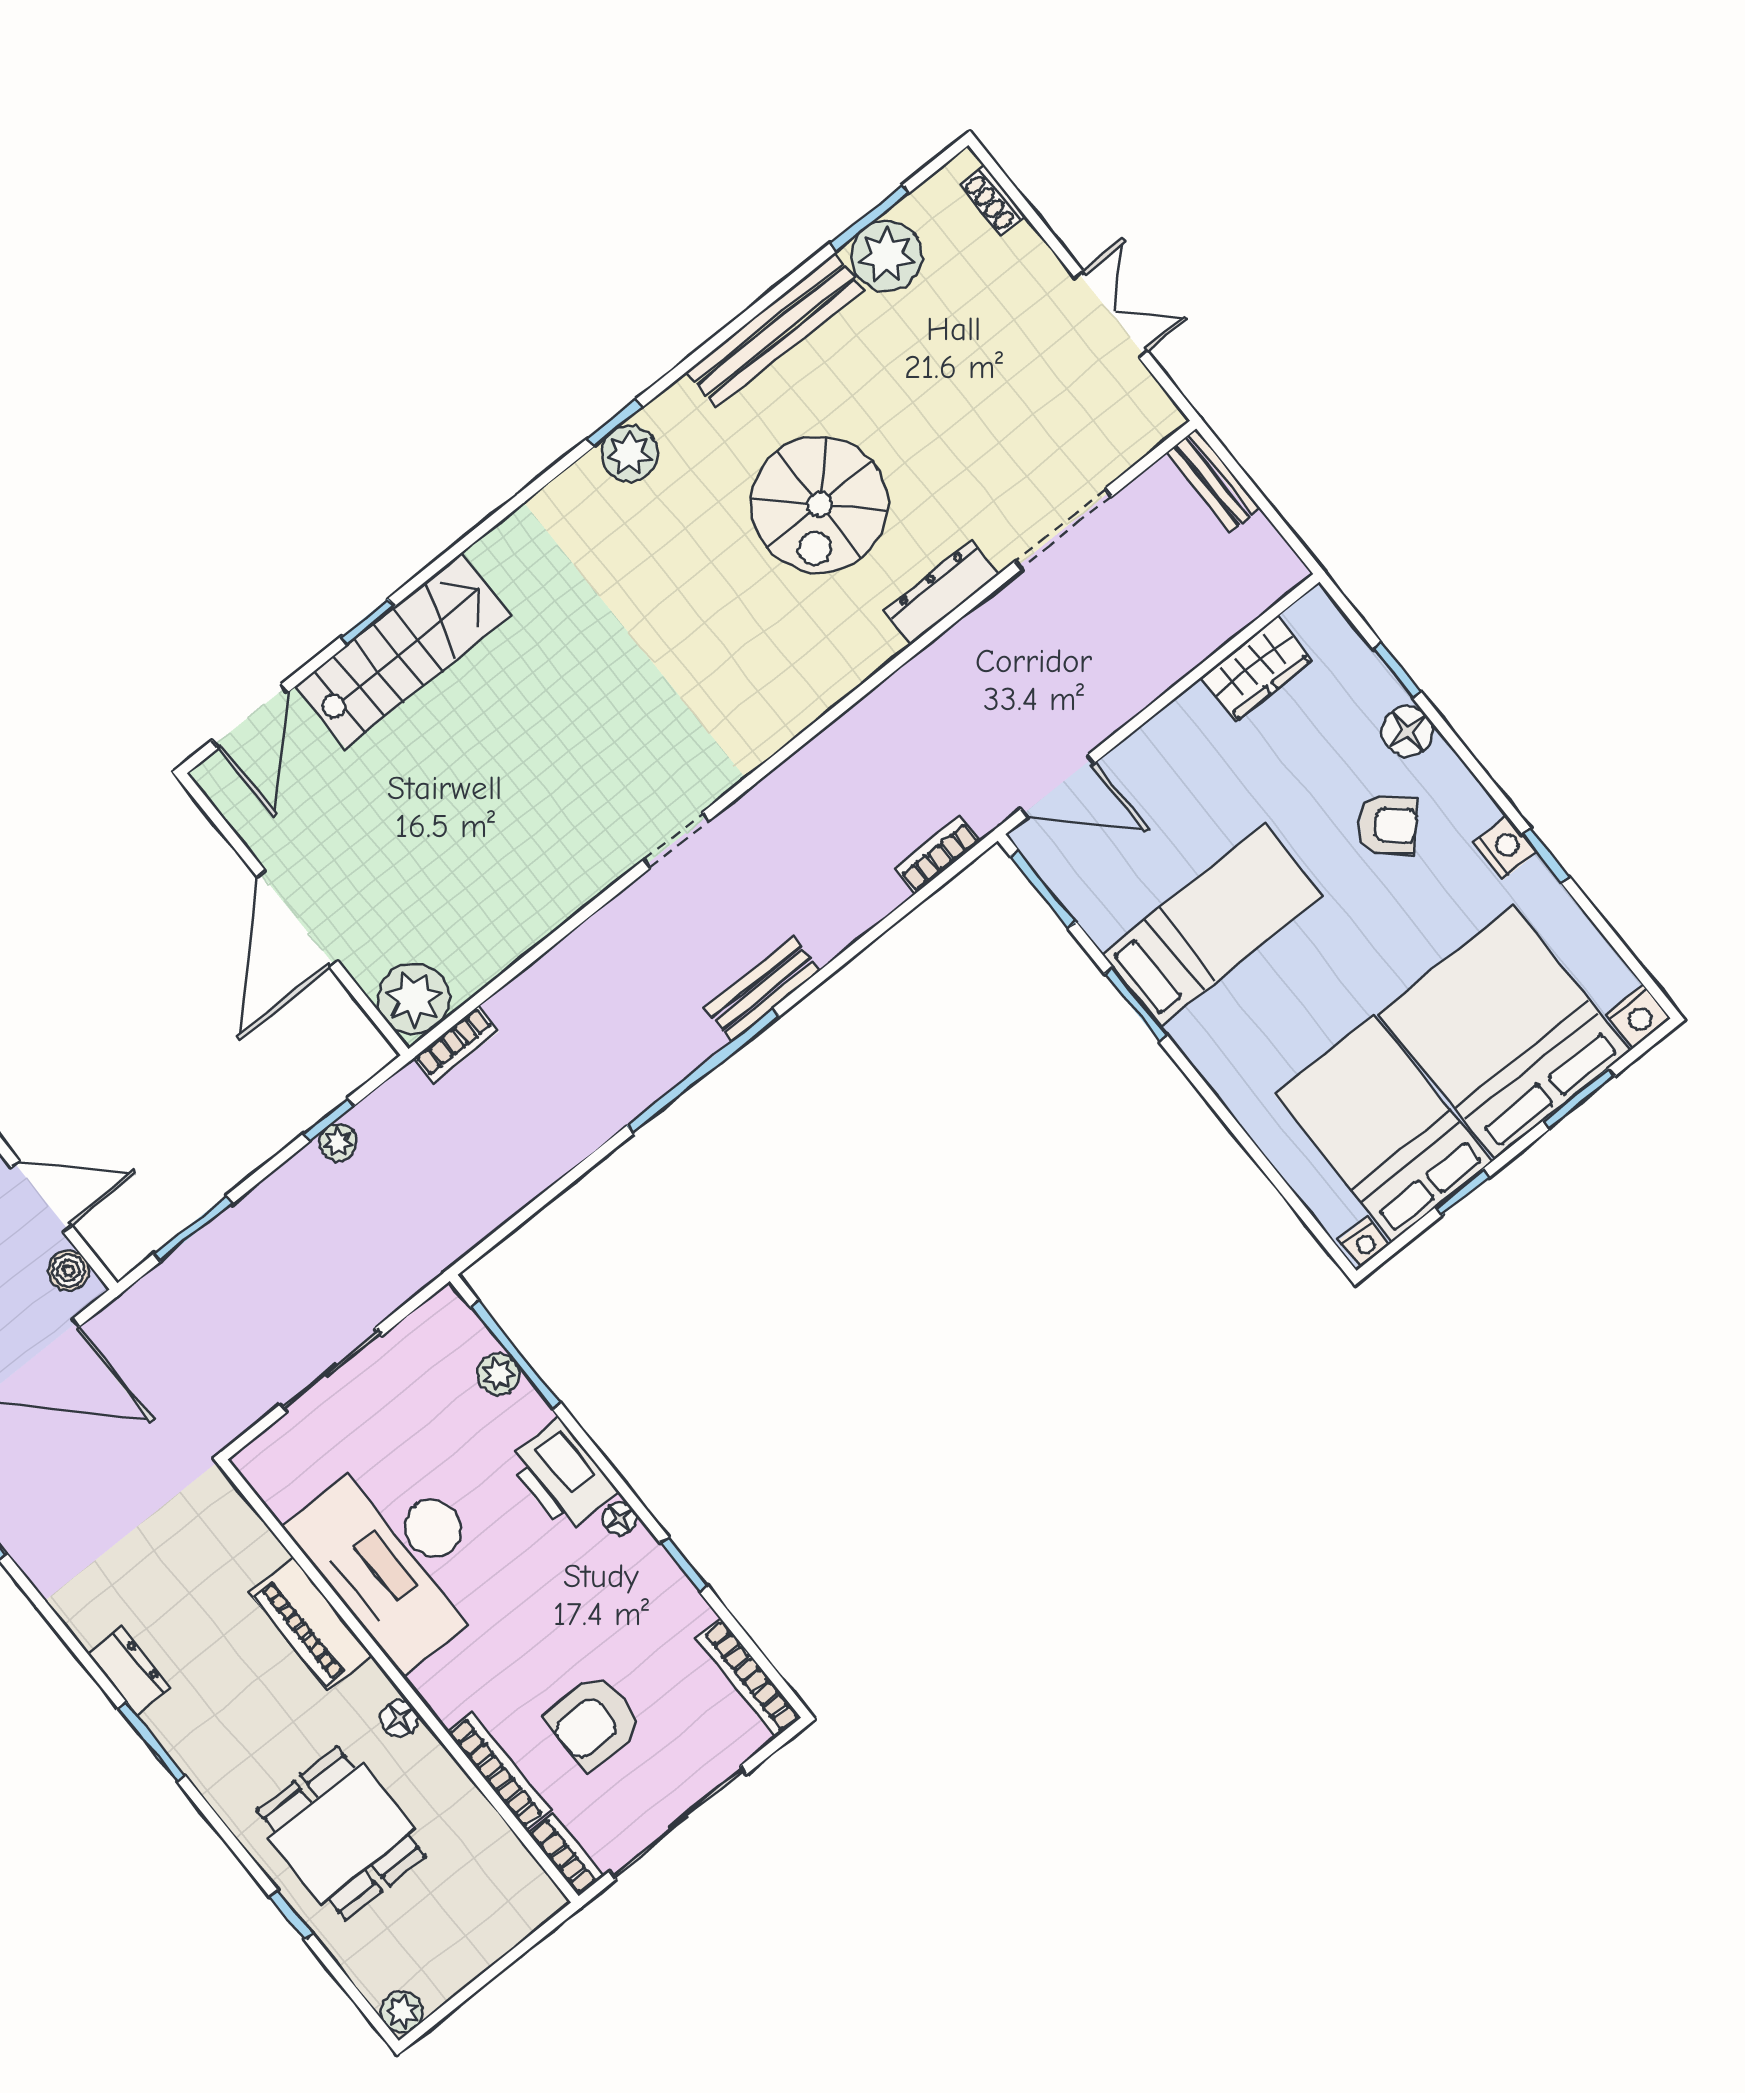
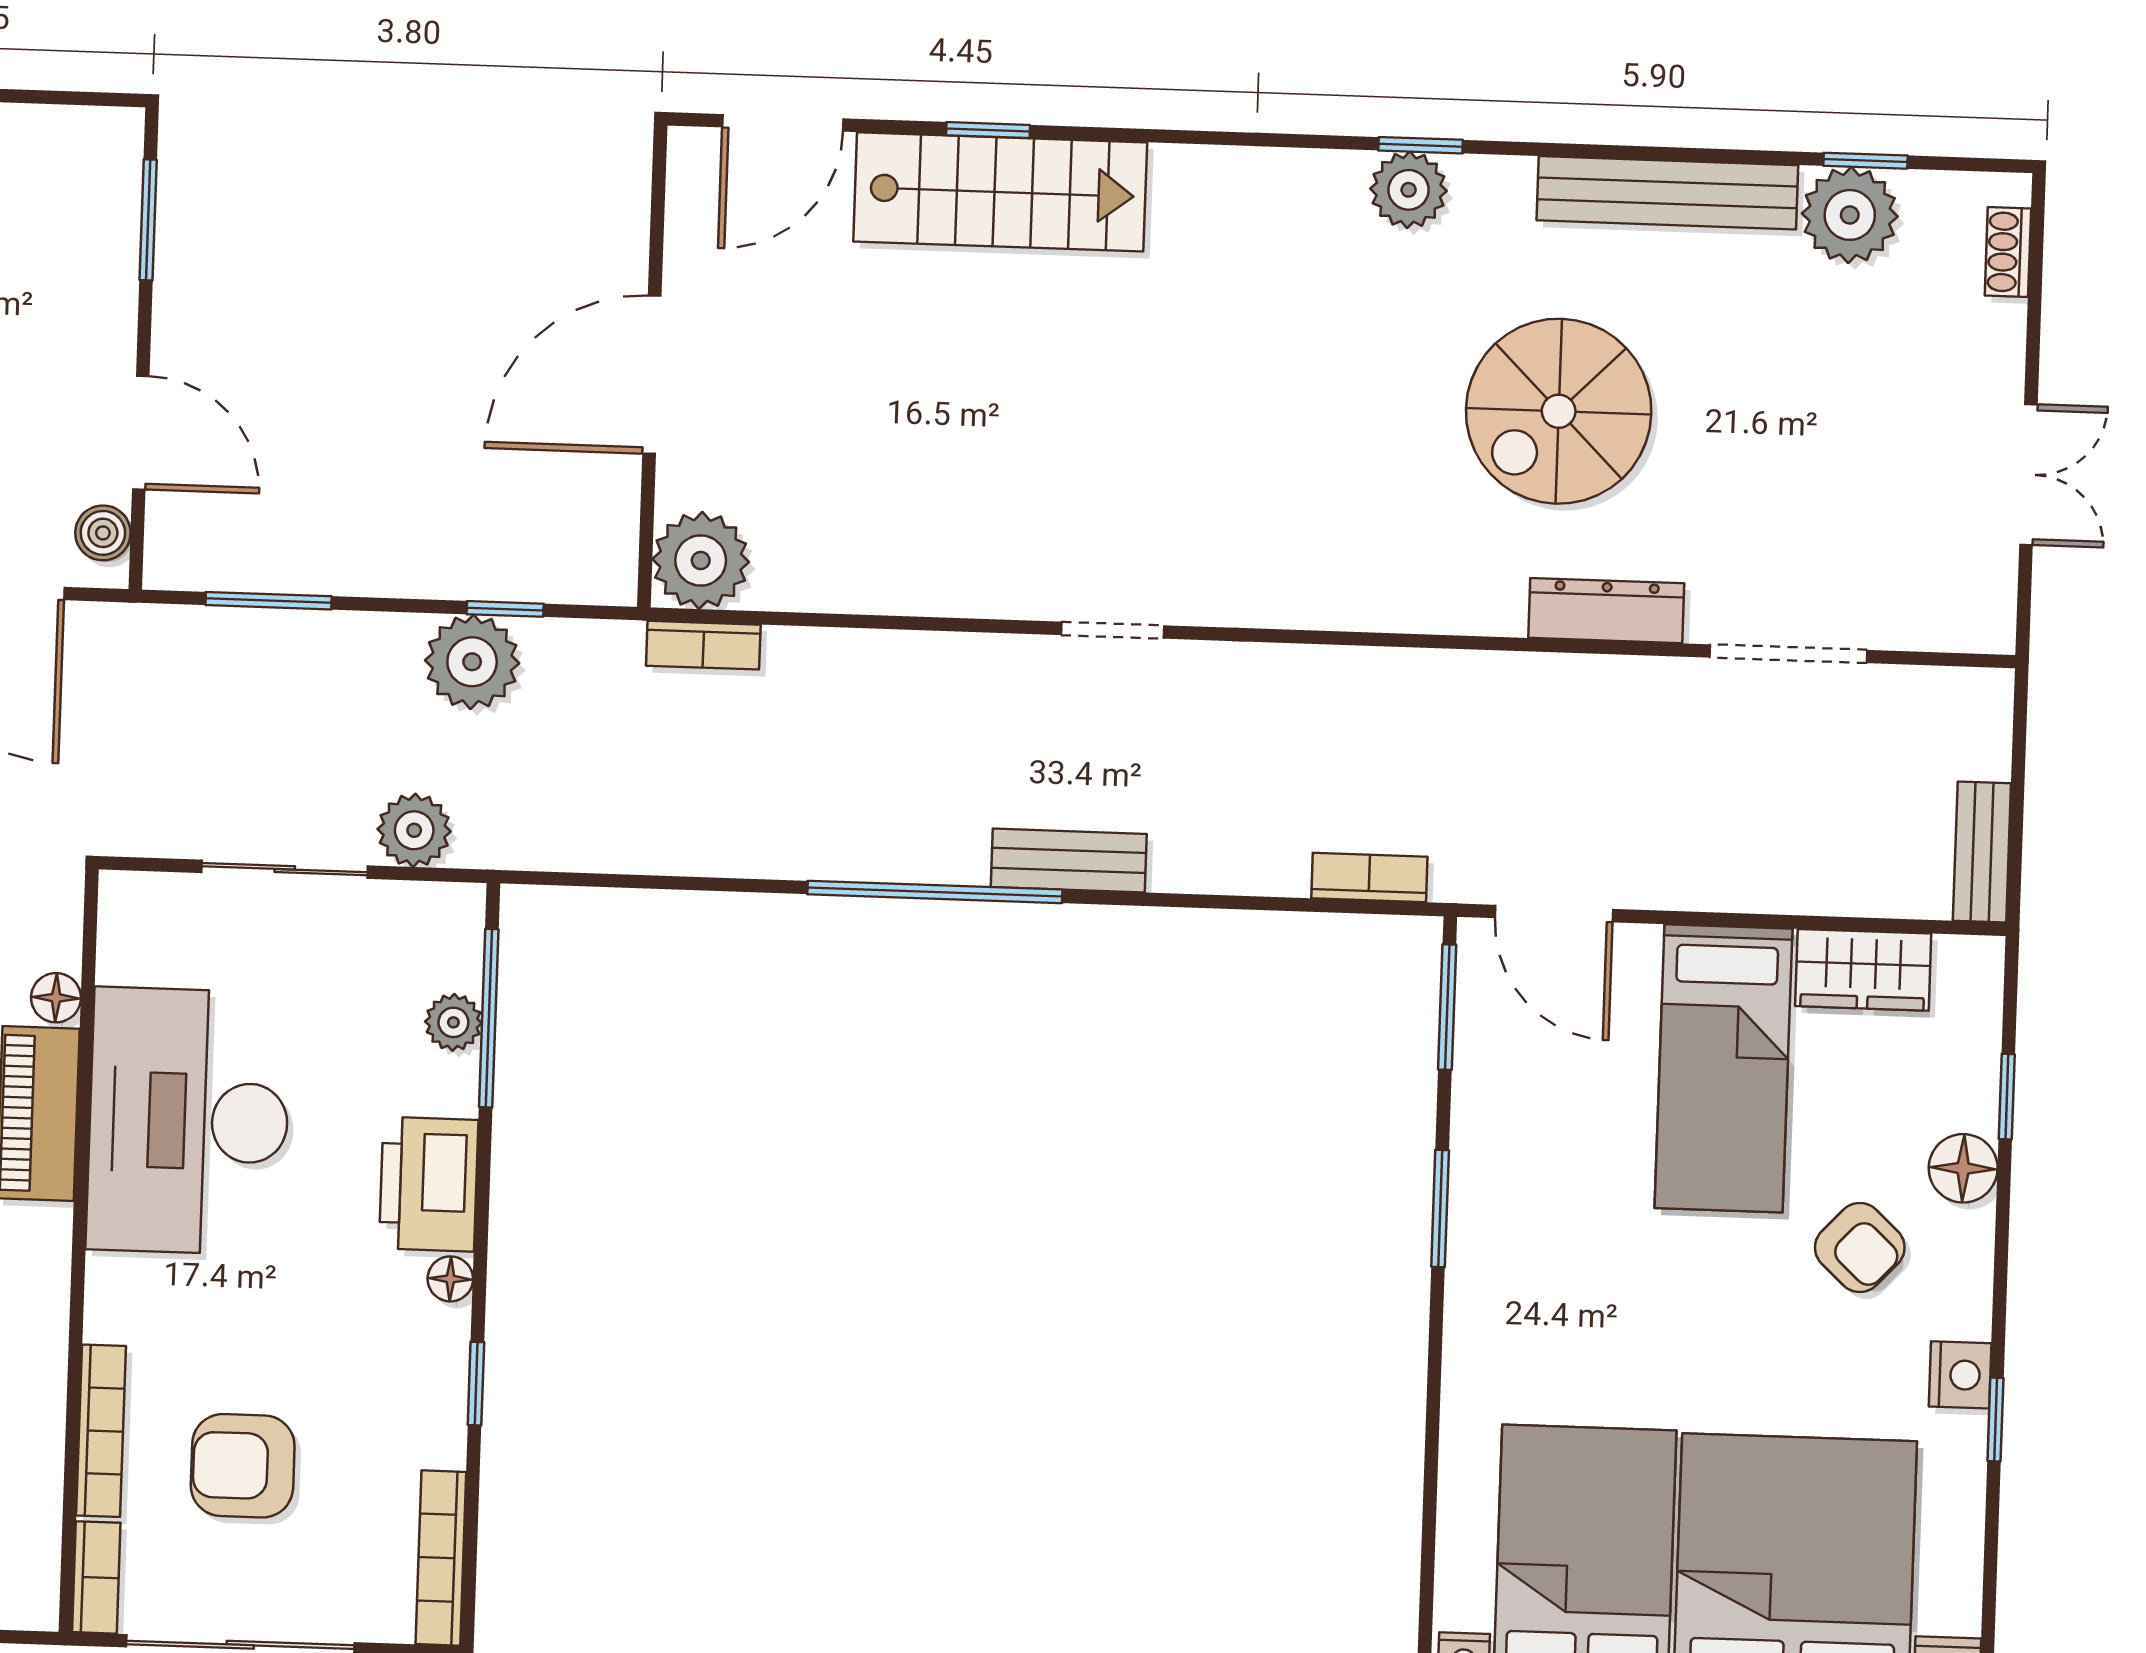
window: (870, 218) -> (1866, 161), width x0.67
bench: (1213, 481) -> (1982, 852), moved
bed: (1212, 925) -> (1724, 1068), moved, turned 90
plant: (338, 1142) -> (472, 662), width x1.88, depth x1.88
plant: (384, 1286) -> (414, 830), added
floor lamp: (400, 1719) -> (56, 998), moved

